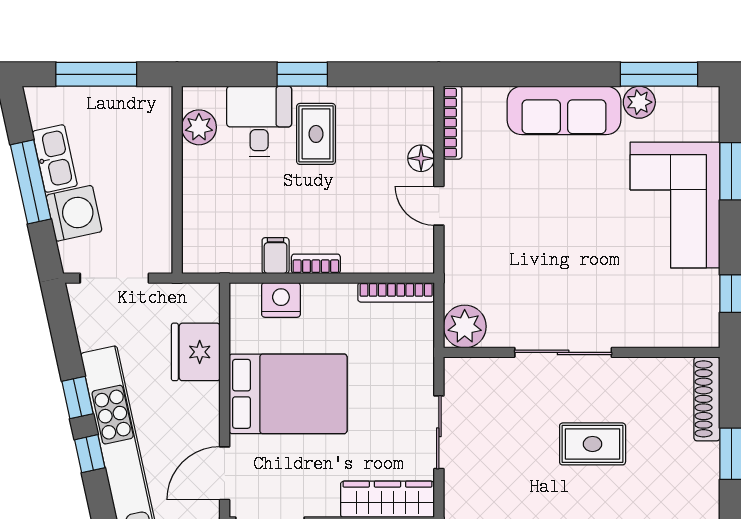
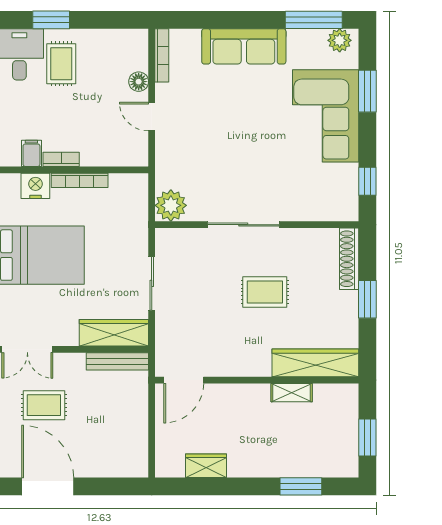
plant: (639, 102) -> (340, 40), moved
bookcase: (396, 292) -> (80, 180), moved

